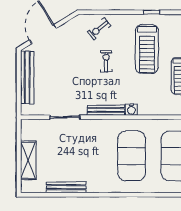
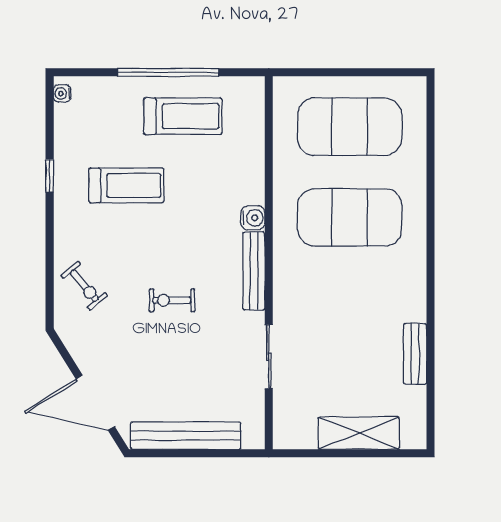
treadmill: (147, 49) -> (126, 185), width x0.73, depth x0.73
exercise bike: (106, 61) -> (172, 300), moved
bench: (66, 187) -> (415, 354), width x0.73

